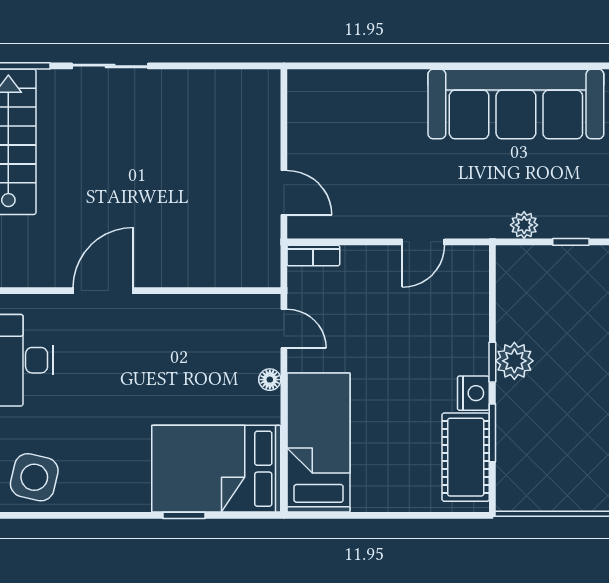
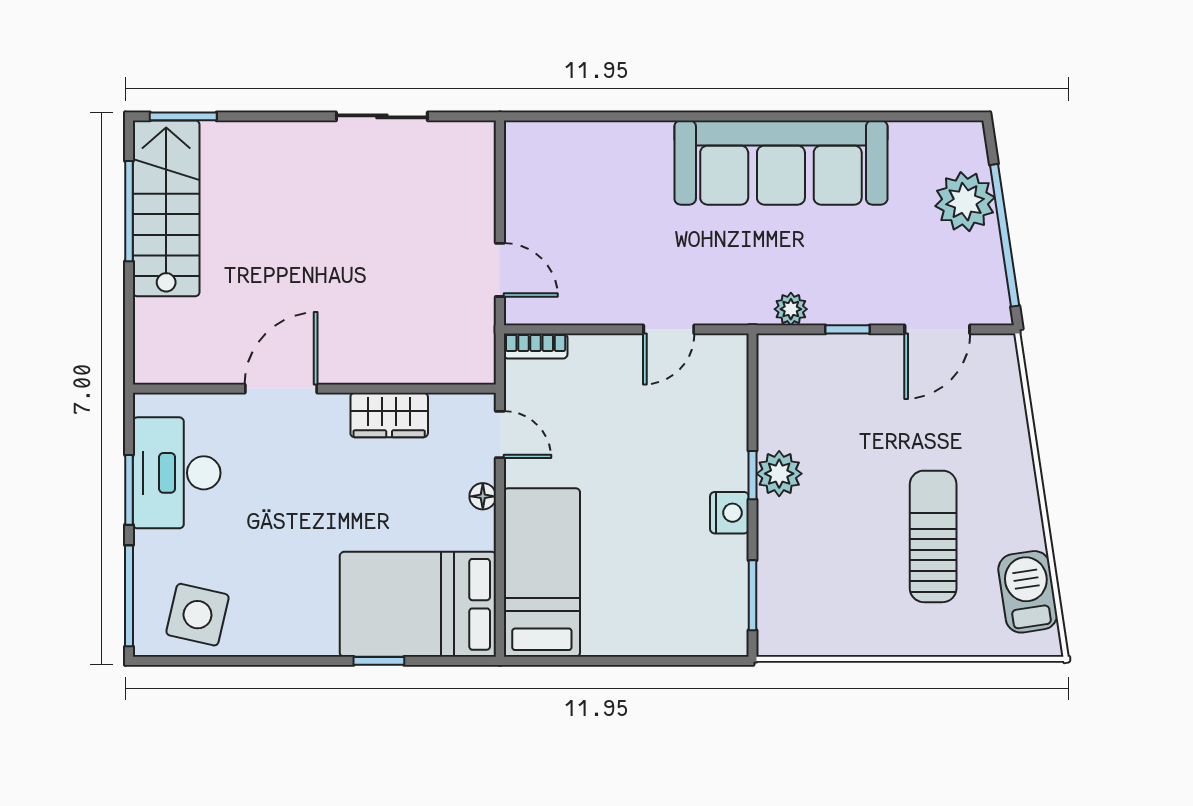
sliding door: (110, 66) -> (382, 116), moved
wardrobe: (192, 312) -> (389, 415), added
window: (492, 433) -> (753, 595), moved
cot: (466, 457) -> (720, 590), removed

